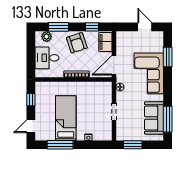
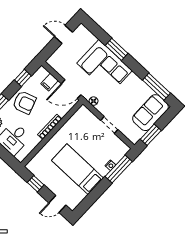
filing cabinet: (105, 42) -> (50, 82), width x0.50
window: (168, 57) -> (117, 49), moved
door: (114, 65) -> (71, 89), hinge flipped
sofa: (154, 118) -> (150, 113), moved, turned 90
door: (31, 126) -> (57, 204), hinge flipped
window: (60, 145) -> (119, 169), moved

